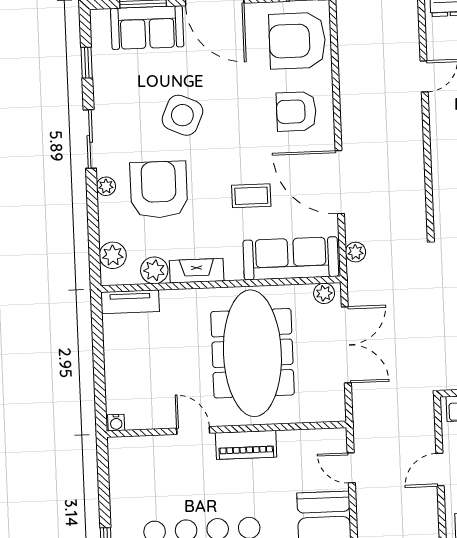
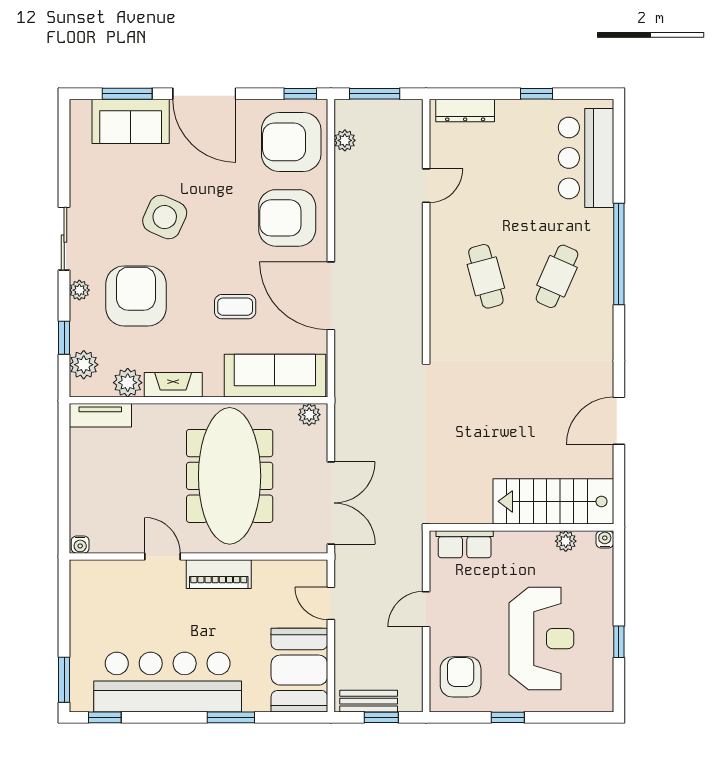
window: (87, 63) -> (64, 338), moved
armchair: (296, 111) -> (287, 218), width x1.36, depth x1.36
plant: (355, 252) -> (345, 140), moved
double door: (346, 345) -> (331, 503), moved

